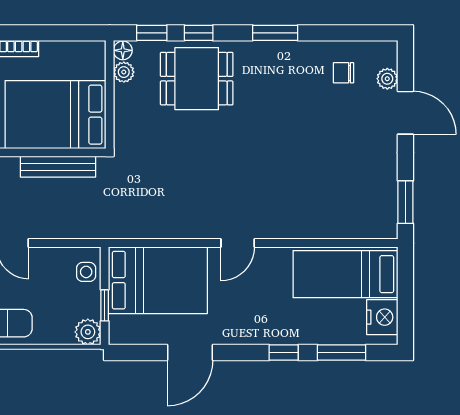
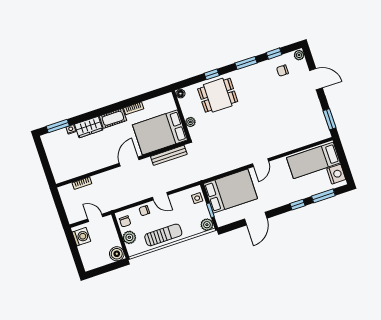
window: (152, 33) -> (274, 54), moved
plant: (124, 72) -> (190, 122), moved
plant: (387, 79) -> (299, 55), moved

